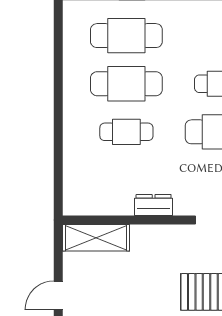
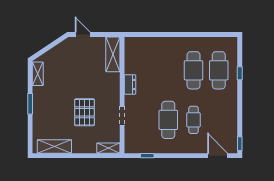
cafe table: (126, 132) -> (168, 70), removed

